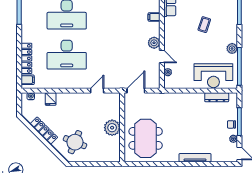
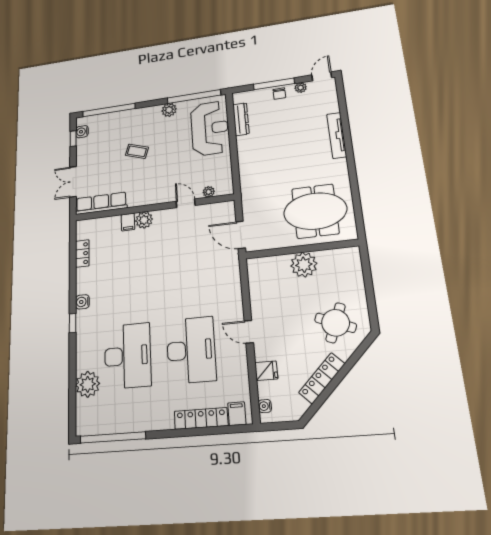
plant: (154, 43) -> (144, 220), moved
door: (162, 56) -> (186, 203), hinge flipped
door: (97, 91) -> (249, 332), moved

